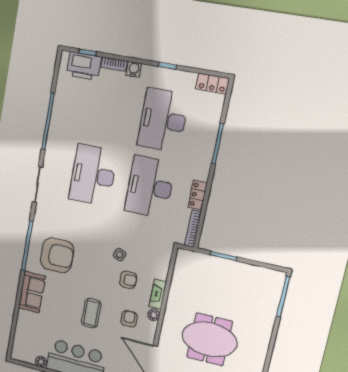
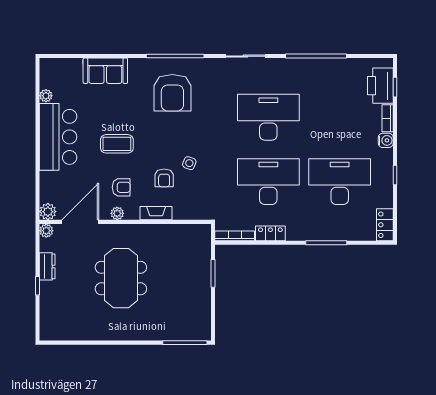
sofa: (32, 292) -> (105, 71), moved
plant: (154, 315) -> (117, 213), moved

